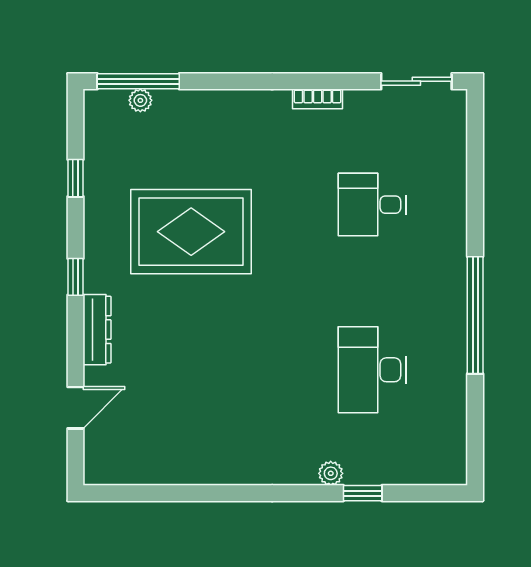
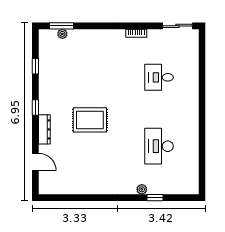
window: (138, 81) -> (61, 26), width x0.69
rug: (191, 232) -> (90, 120), moved, width x0.73, depth x0.69
window: (475, 315) -> (202, 123), removed
door: (76, 408) -> (35, 162), hinge flipped

